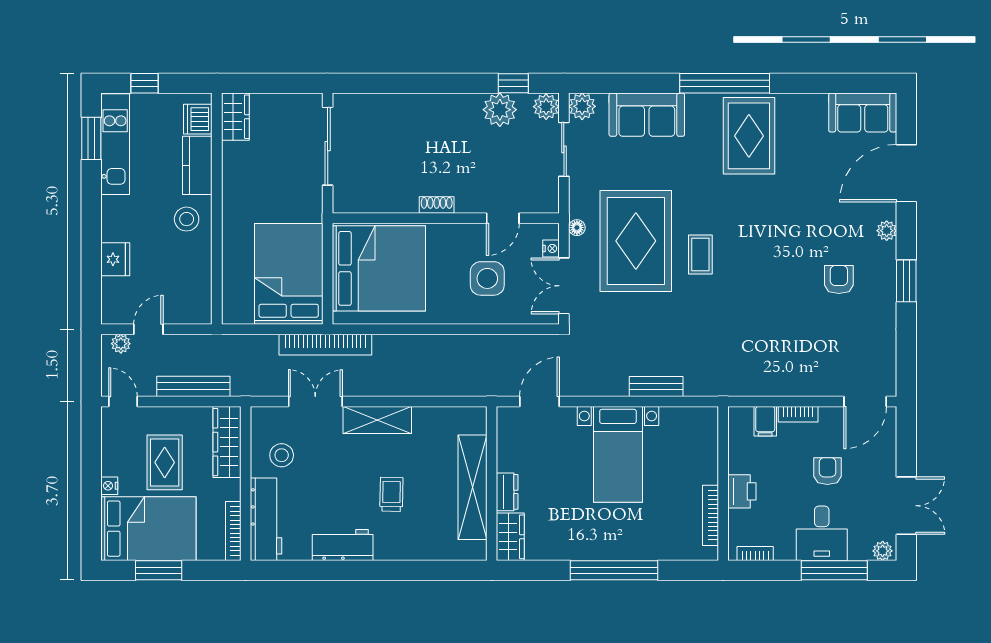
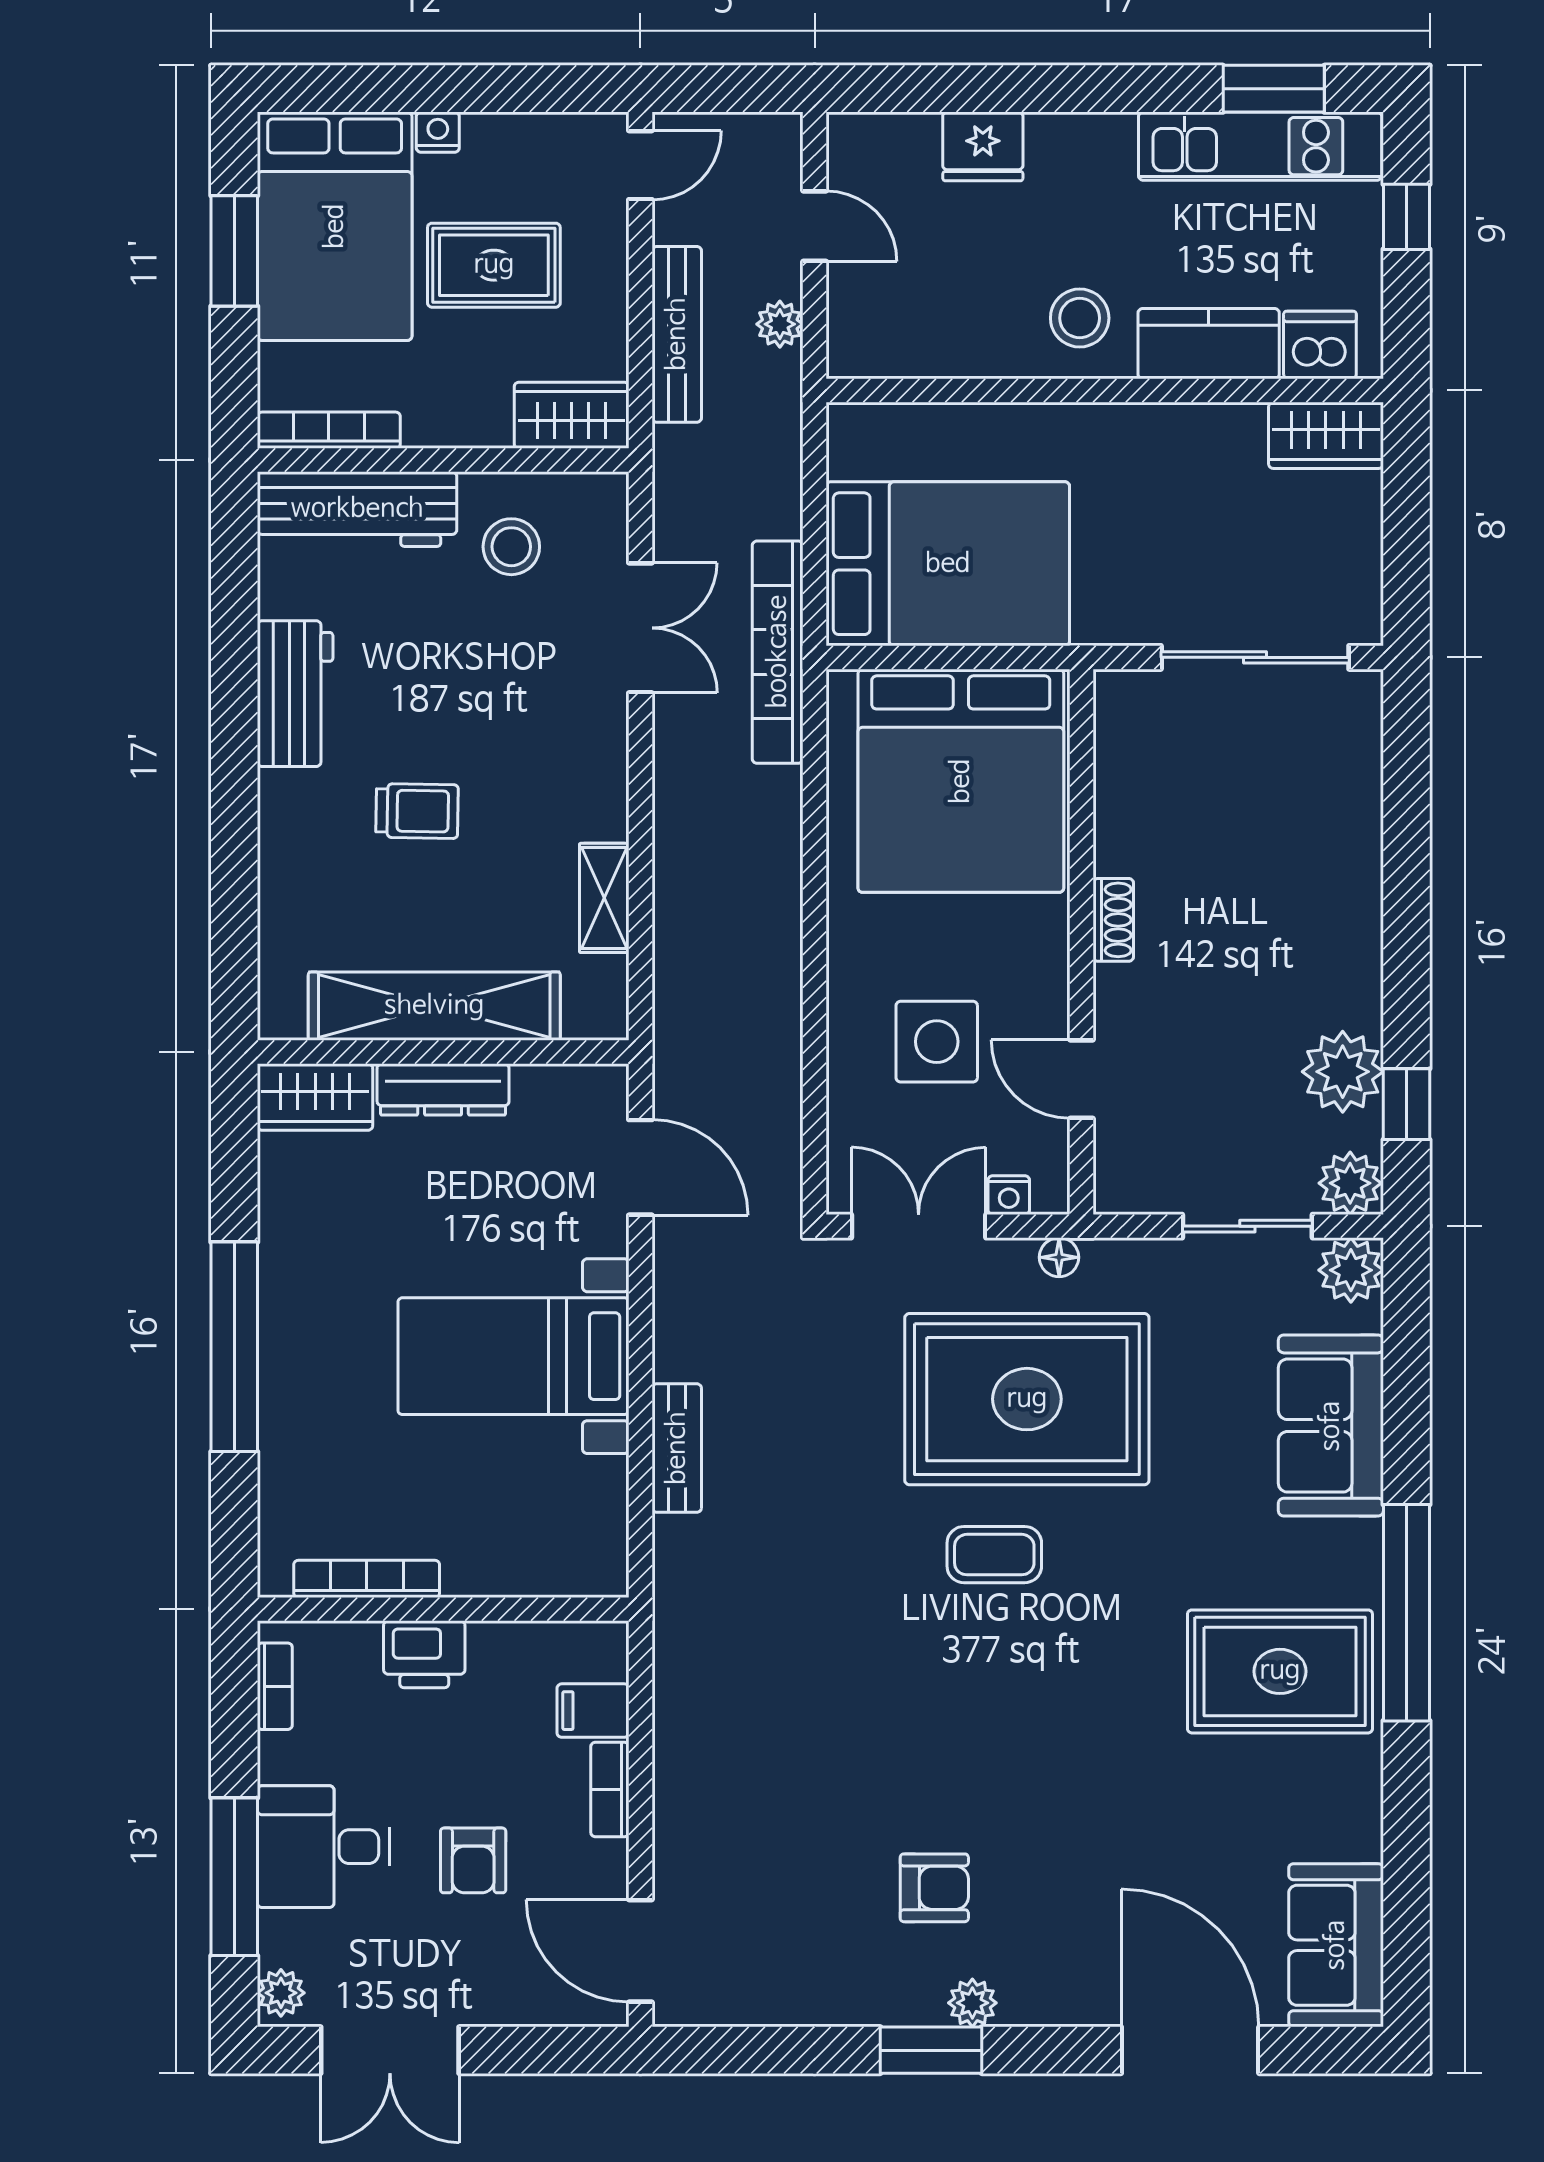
plant: (887, 231) -> (972, 2003), moved
plant: (121, 344) -> (780, 324), moved
shelving: (377, 420) -> (604, 898), moved, width x0.67, depth x0.75
wardrobe: (227, 442) -> (572, 415), width x0.67
armchair: (827, 471) -> (473, 1860), turned 90
dresser: (507, 492) -> (443, 1089), width x1.44

